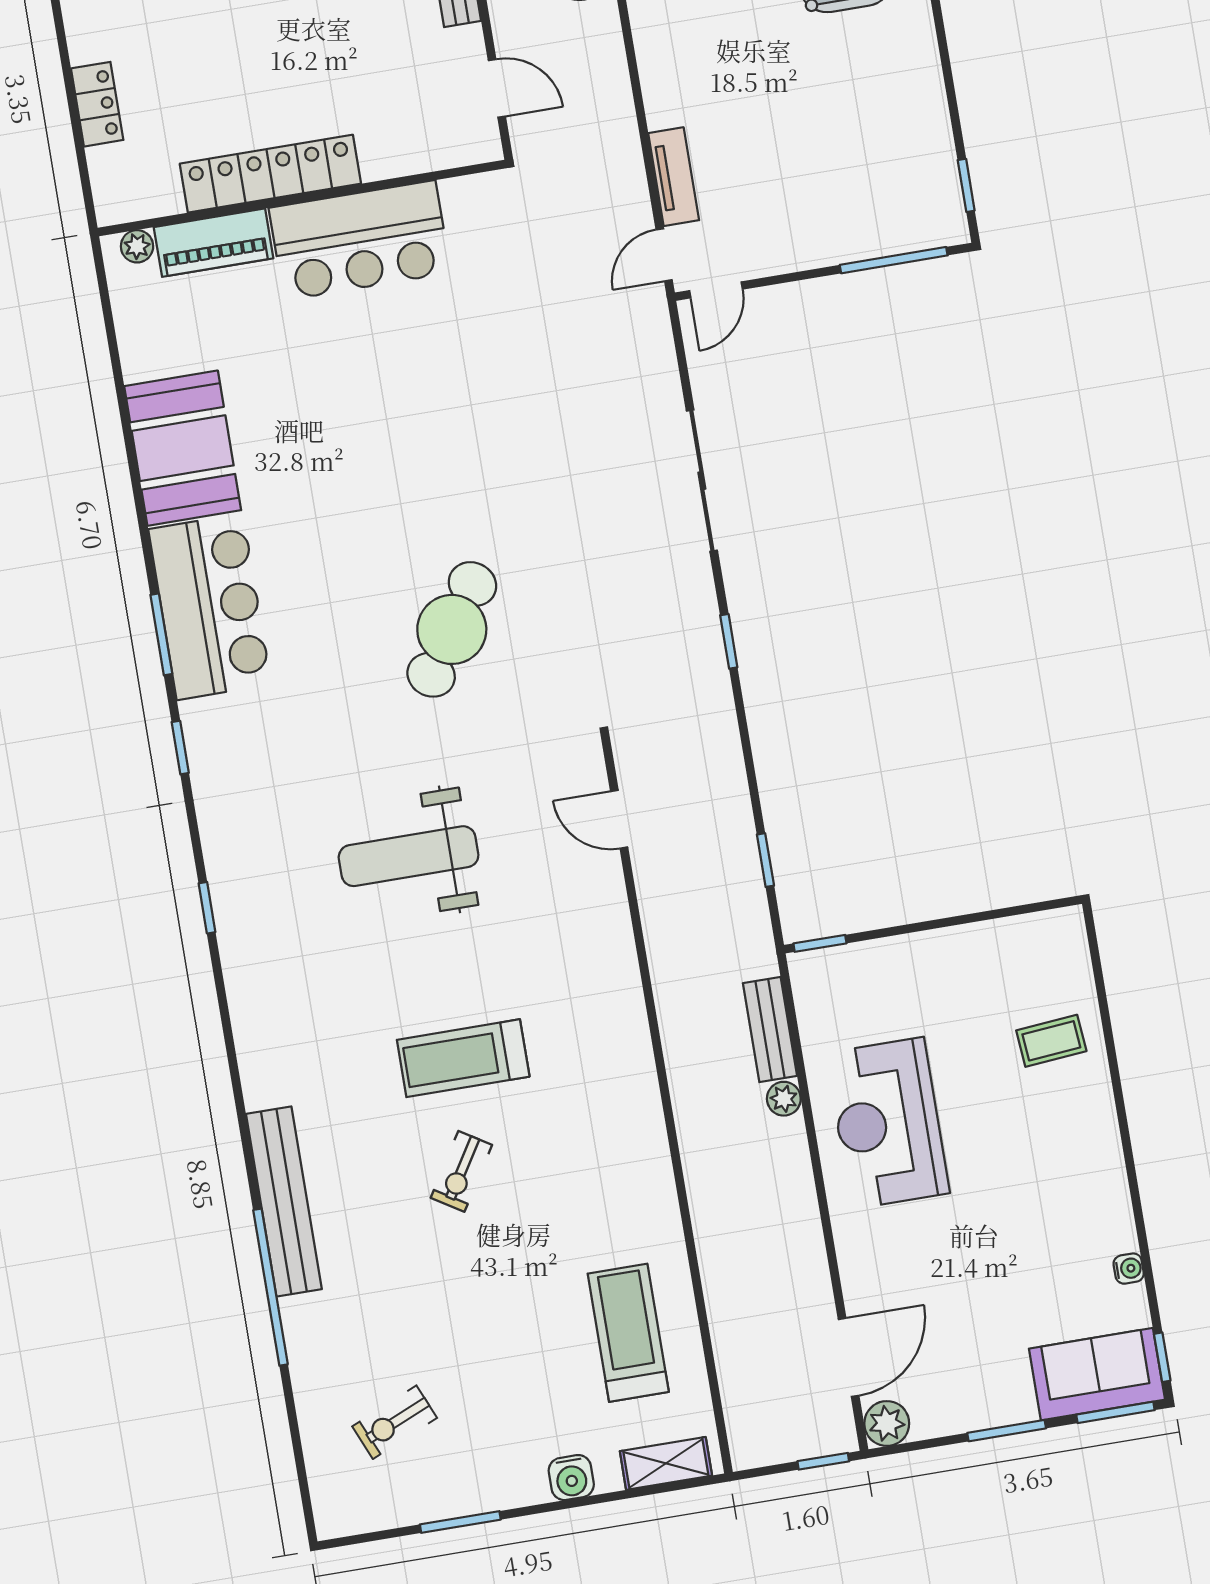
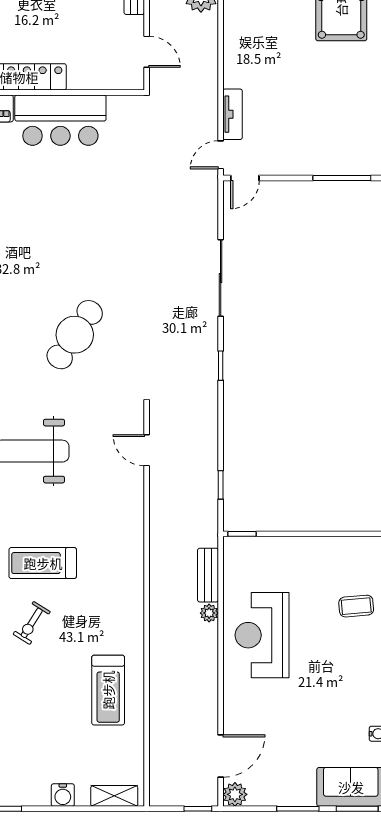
treadmill: (628, 1333) -> (108, 690), moved, turned 180

